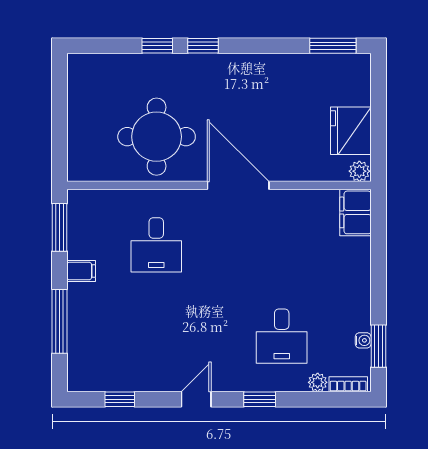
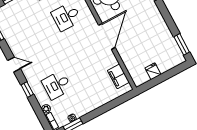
fridge: (351, 131) -> (153, 71), width x0.53, depth x0.75
plant: (359, 171) -> (138, 81), removed
filing cabinet: (355, 212) -> (118, 76), moved, turned -90

